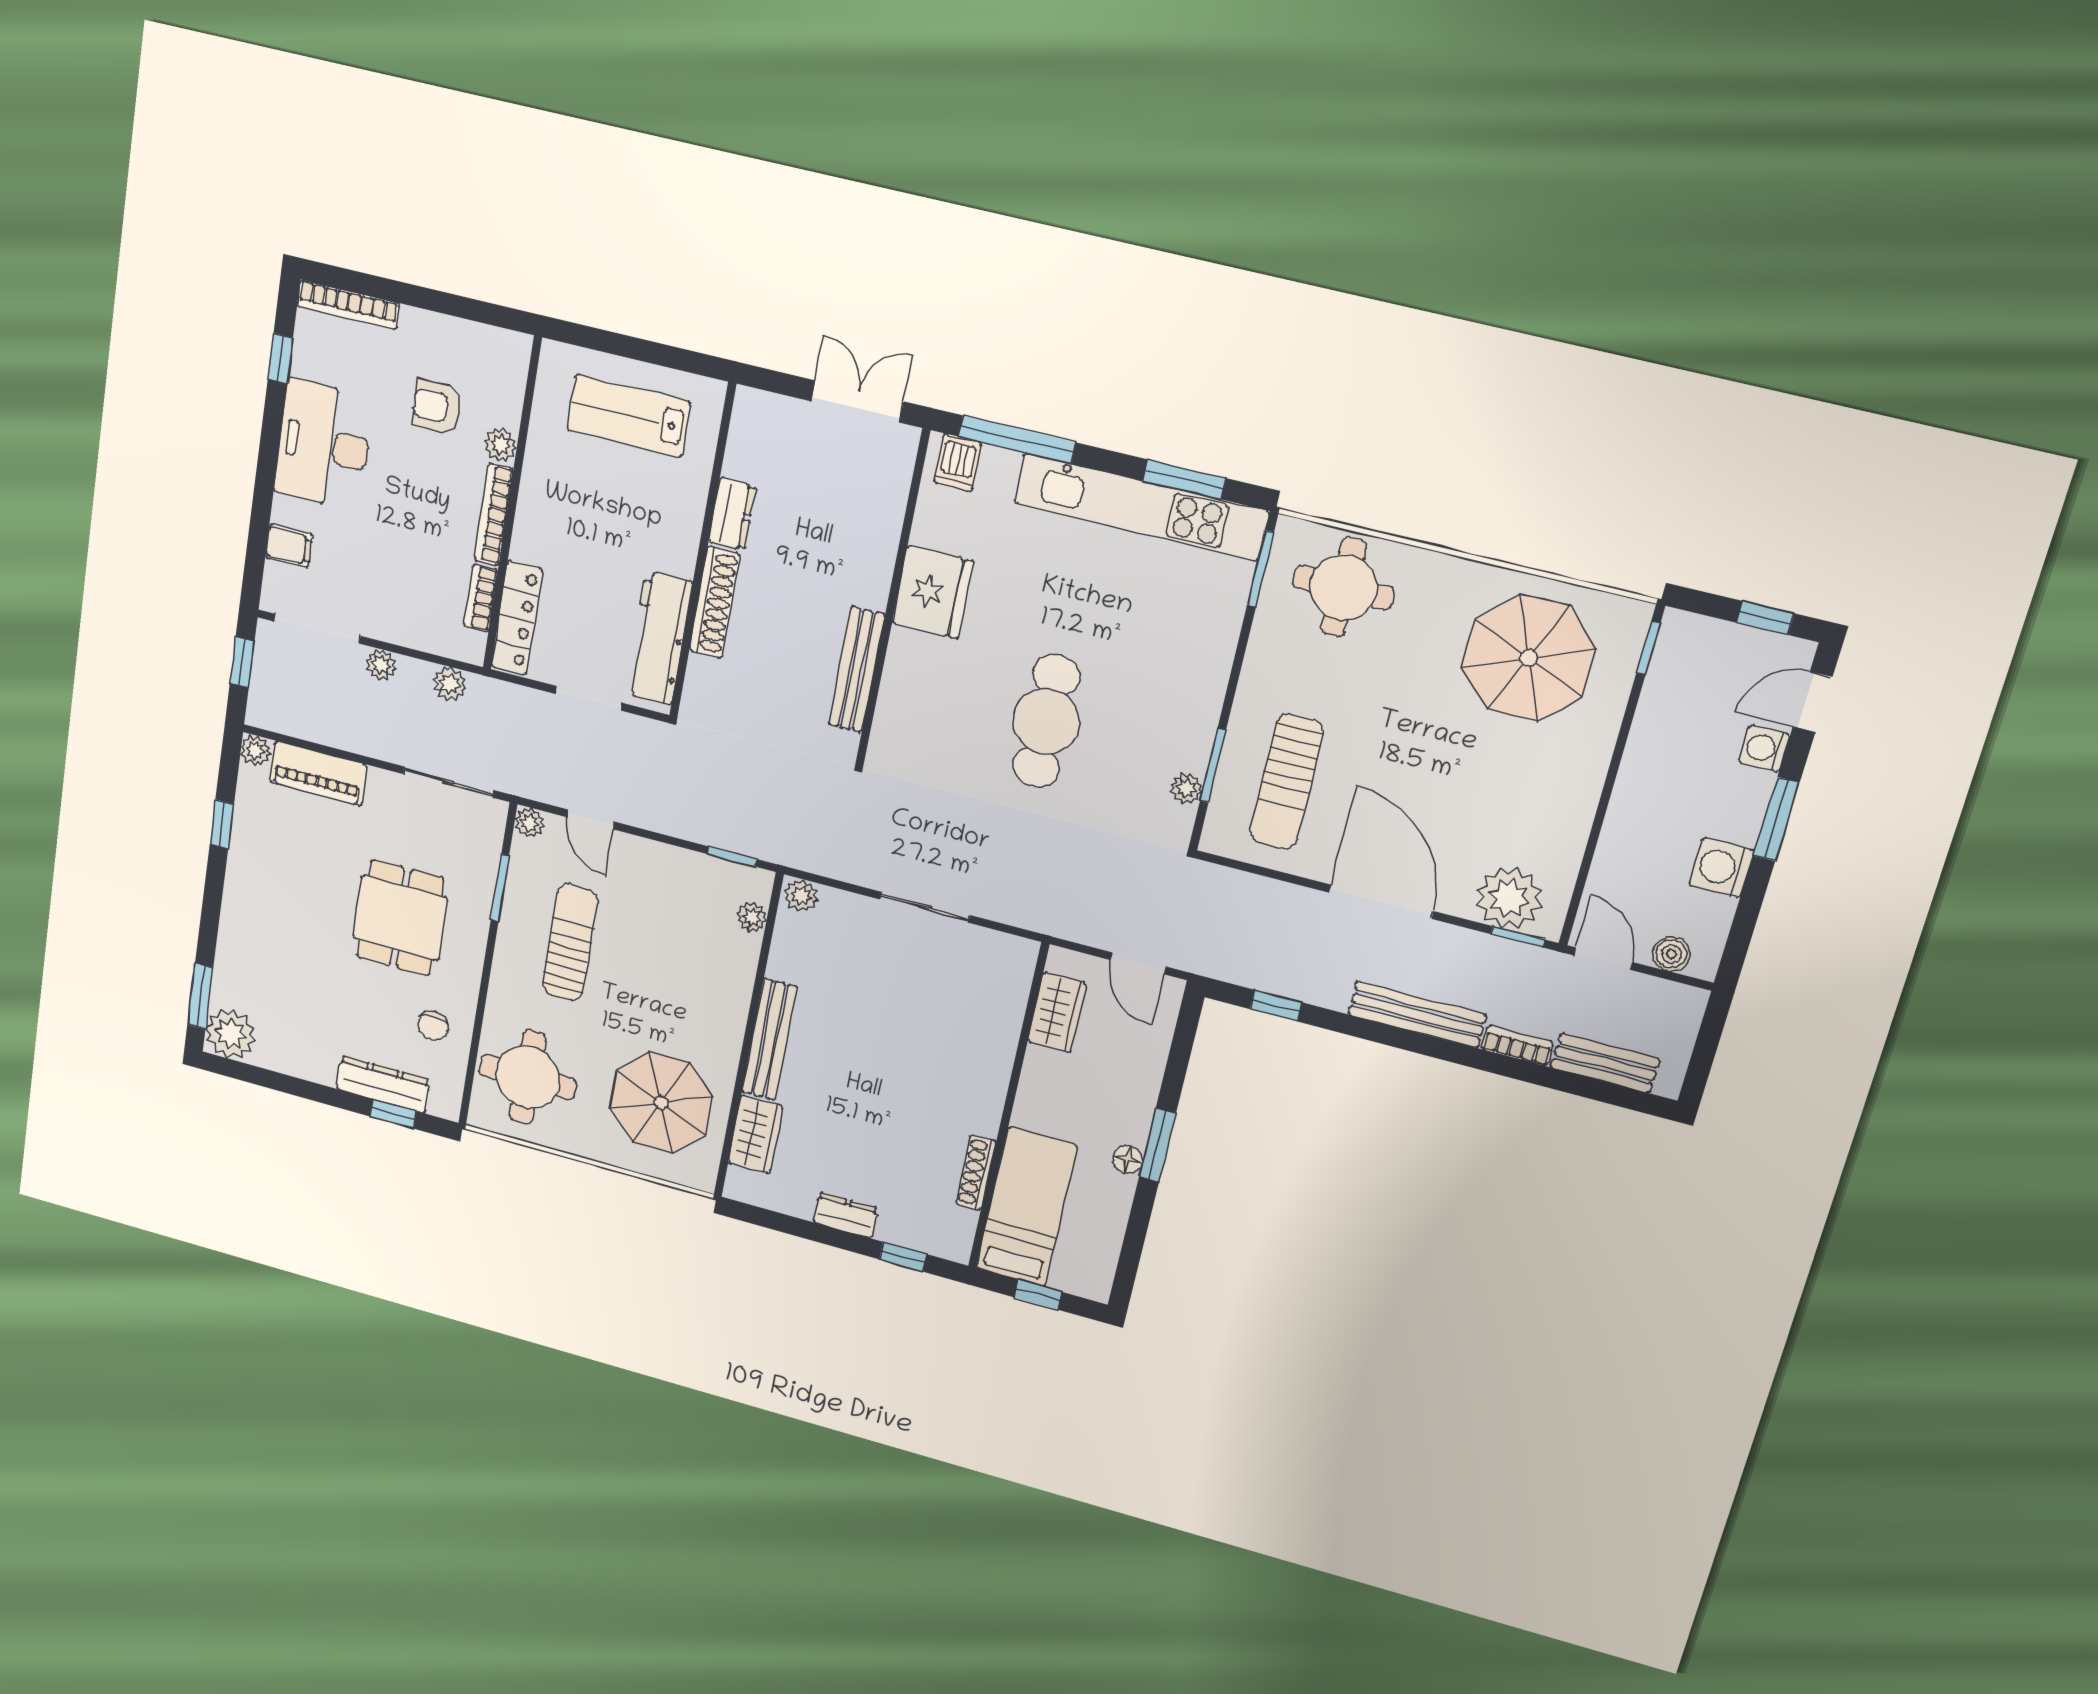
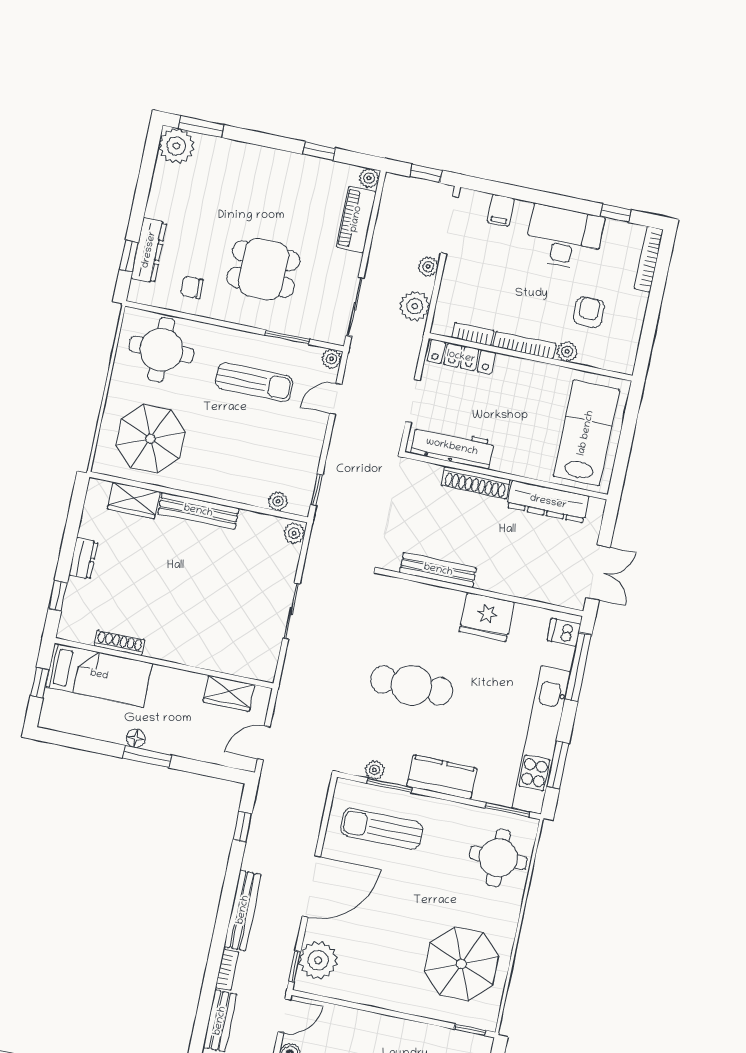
lab bench: (629, 416) -> (586, 433), width x1.36, depth x1.39
dresser: (732, 514) -> (548, 502), width x1.96, depth x1.24
kitchen counter: (1201, 678) -> (442, 777), added
plant: (450, 684) -> (415, 306), width x1.38, depth x1.38

